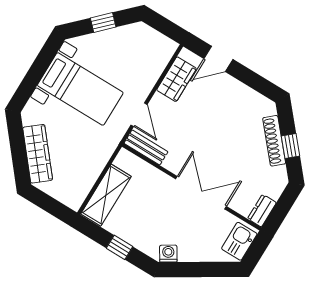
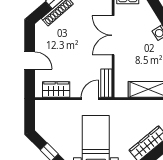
door: (218, 59) -> (30, 60), moved

